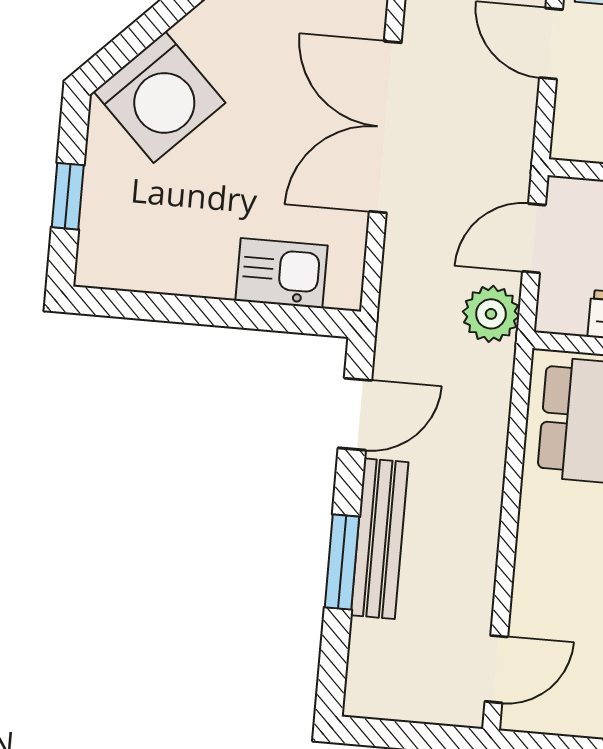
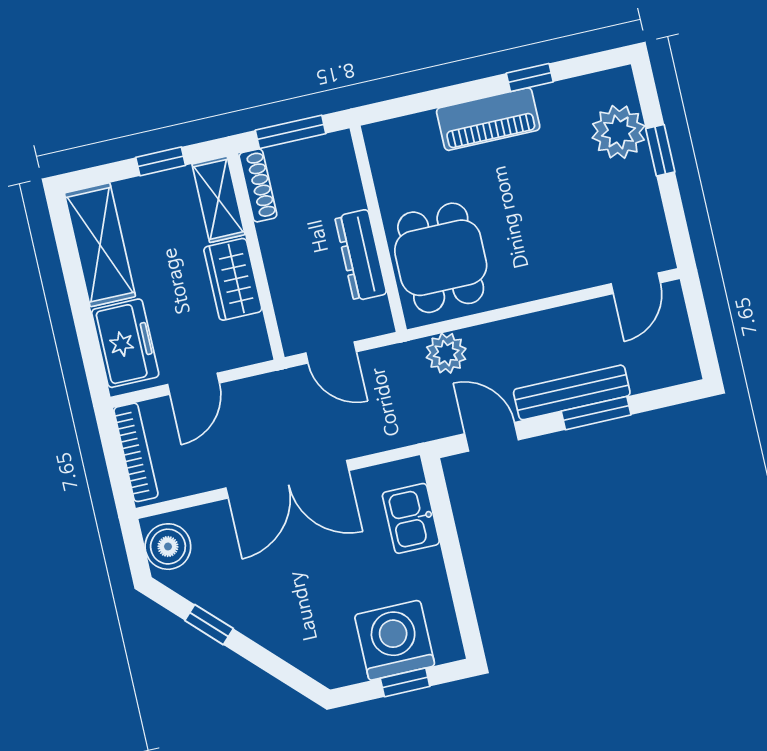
washing machine: (159, 97) -> (395, 640), moved, turned -45
plant: (491, 314) -> (446, 353), moved
door: (496, 669) -> (636, 283), swing flipped

